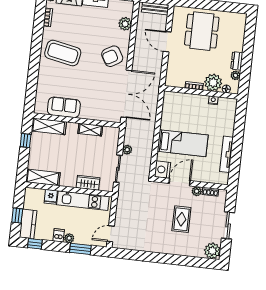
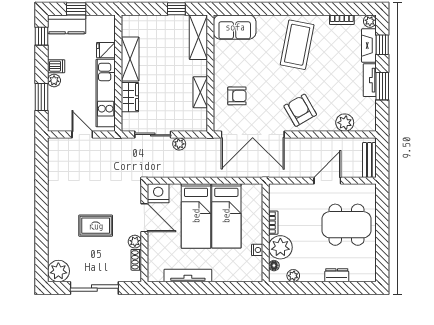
dresser: (237, 61) -> (337, 275), moved
armchair: (96, 102) -> (237, 96), added
sofa: (64, 107) -> (235, 27), moved, turned 90
bed: (185, 120) -> (226, 216), added
shelving: (43, 177) -> (130, 59), moved
sliding door: (228, 225) -> (94, 288), width x1.37
door: (111, 234) -> (82, 135), moved

